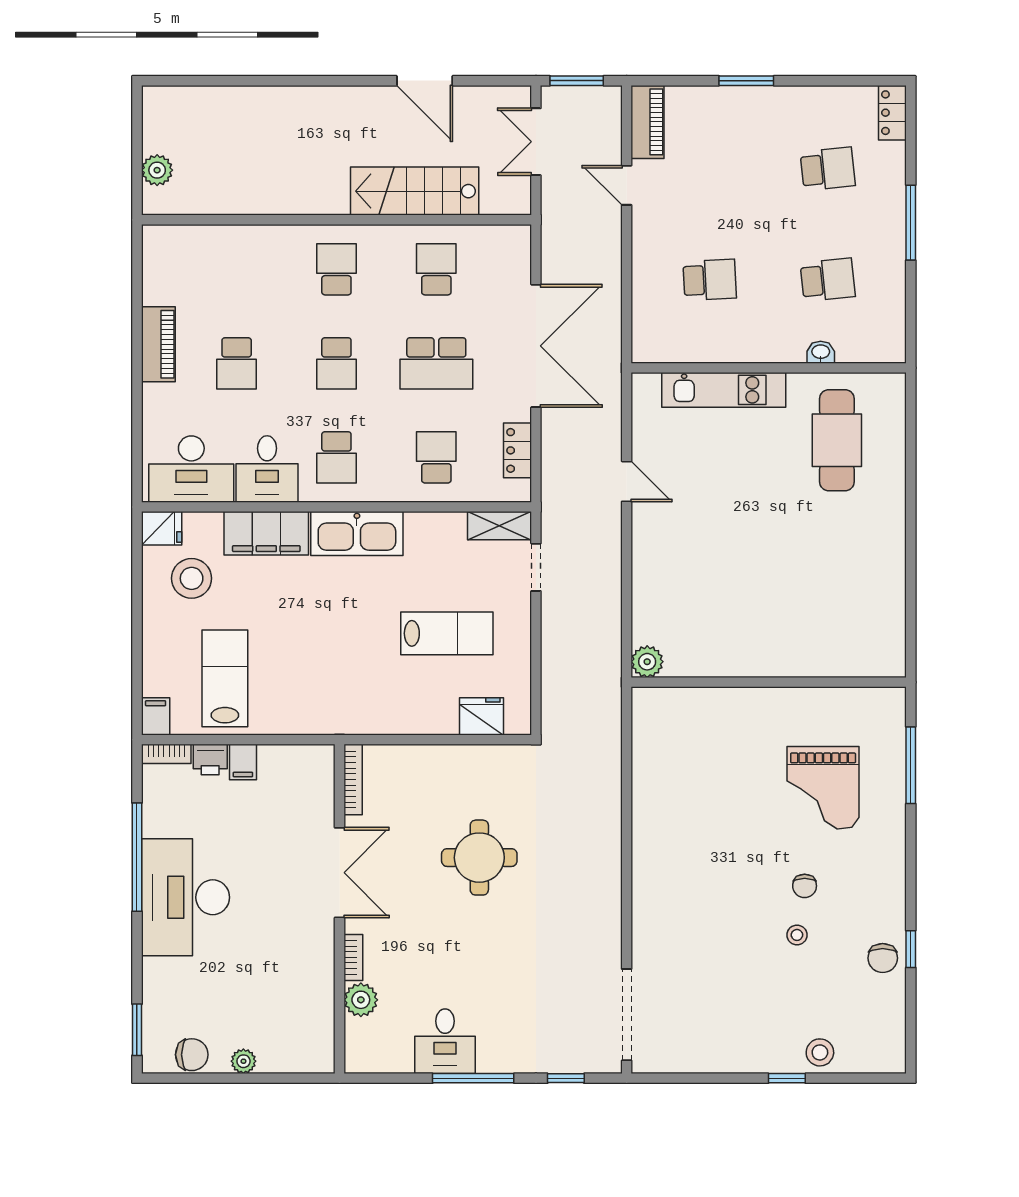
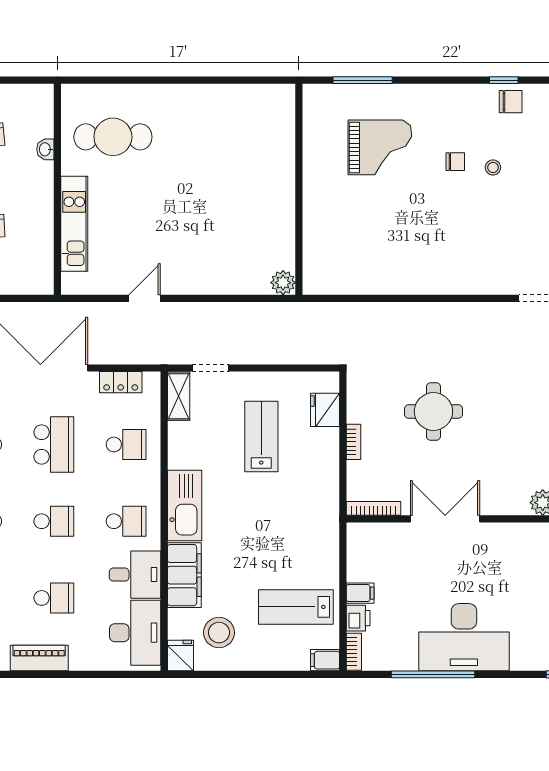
school desk: (436, 457) -> (126, 444), turned 180
bookcase: (353, 957) -> (353, 442), moved, turned 90

